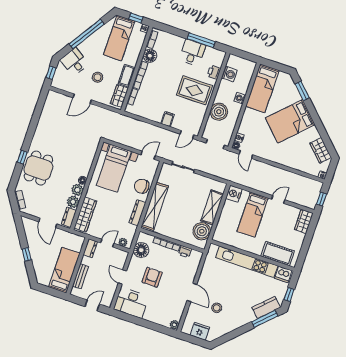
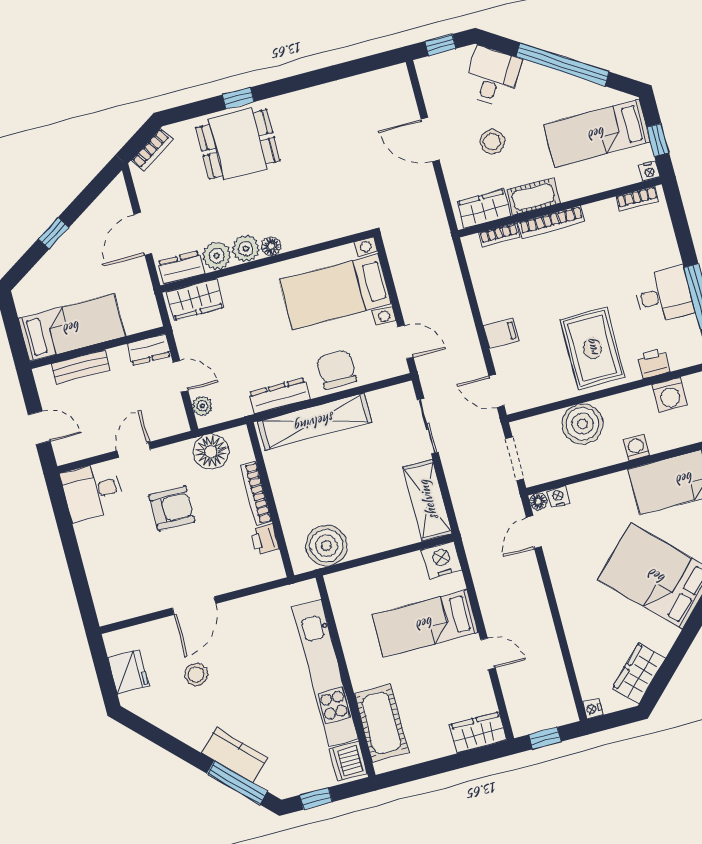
floor lamp: (150, 56) -> (602, 216), removed
shelving: (212, 207) -> (428, 500), moved, turned 90
wardrobe: (85, 215) -> (195, 300), width x0.67
desk: (131, 303) -> (92, 491), width x0.73
kitchen counter: (266, 307) -> (235, 755), moved
plant: (174, 325) -> (108, 614), removed

